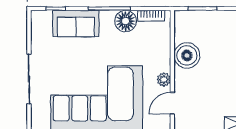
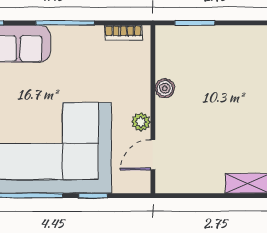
floor lamp: (126, 21) -> (88, 40), removed
boiler: (187, 55) -> (165, 88), width x0.54, depth x0.54

